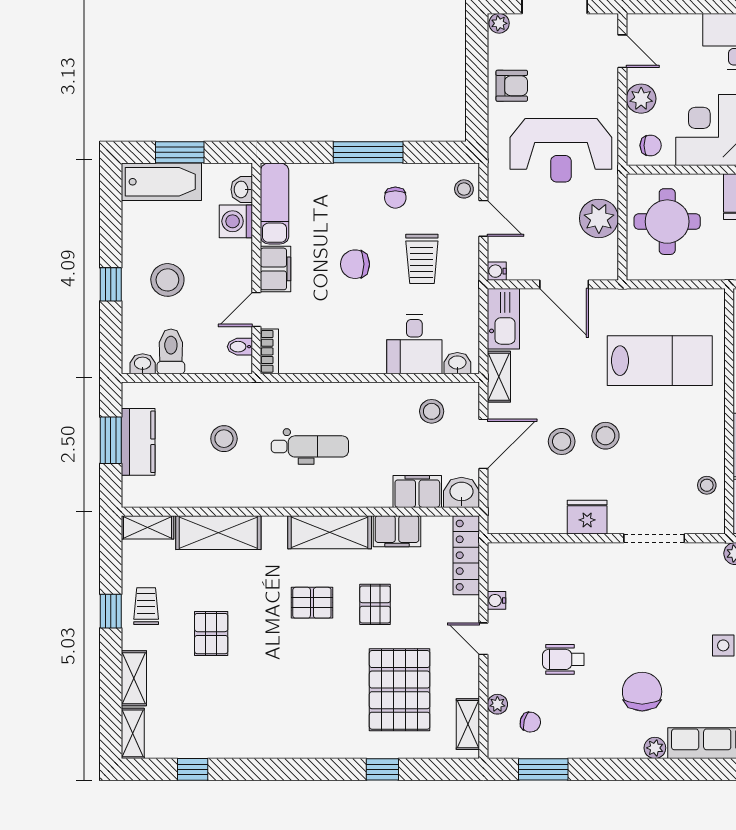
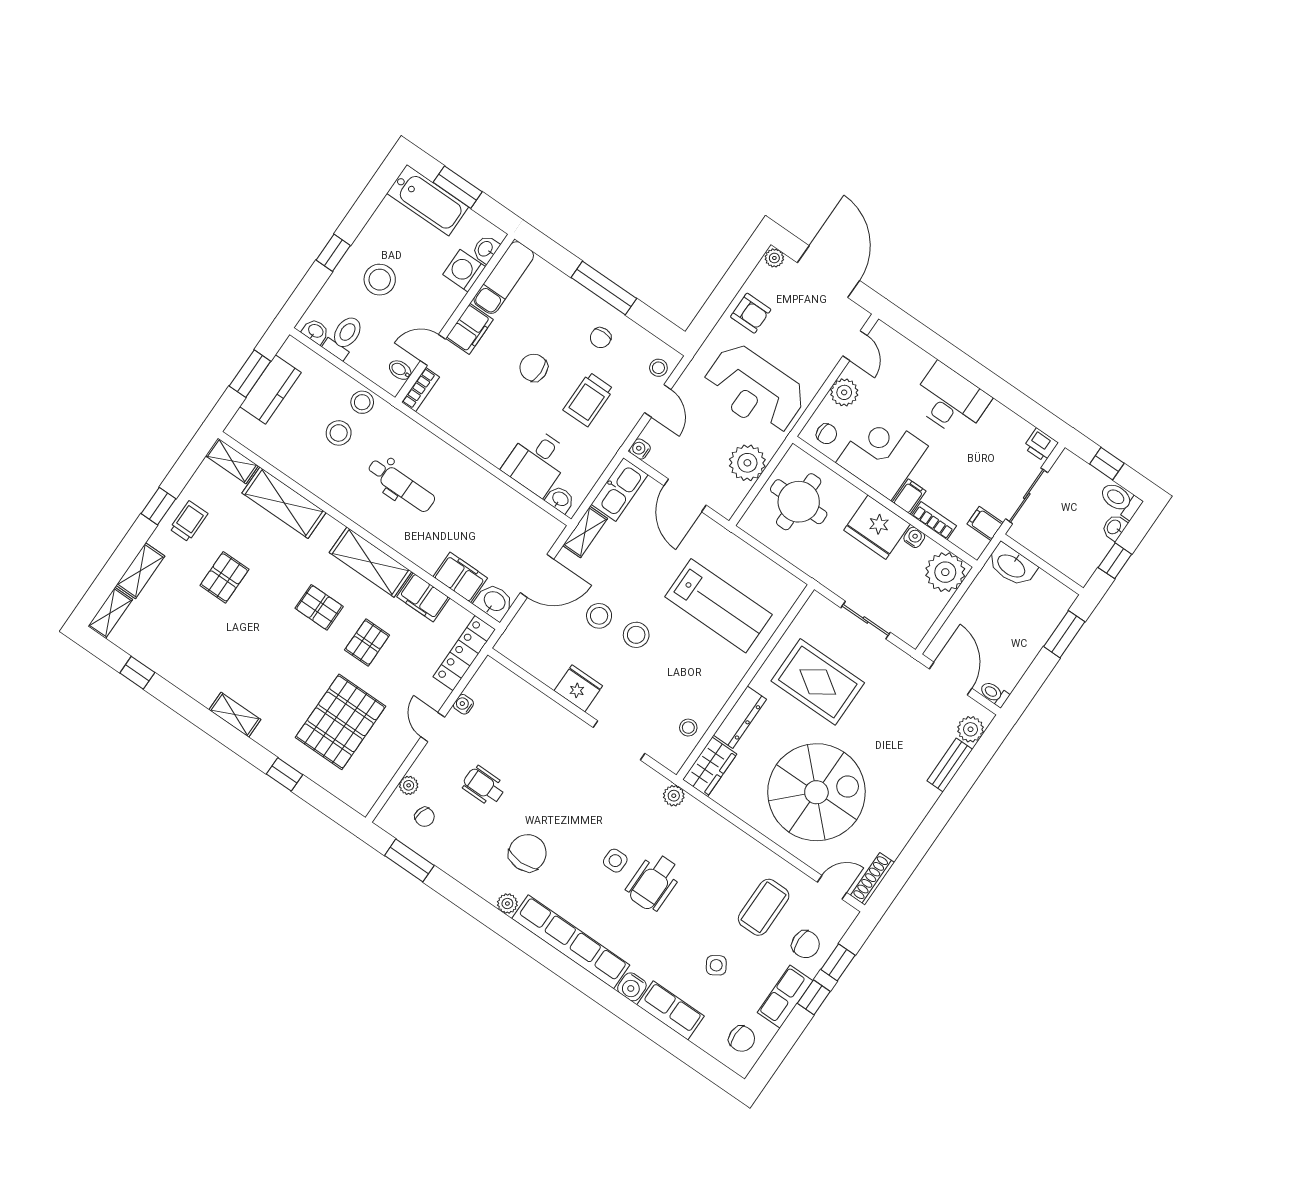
stool: (432, 411) -> (362, 402), moved
shelving: (468, 724) -> (235, 715), moved, turned 90

